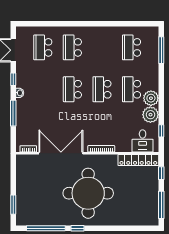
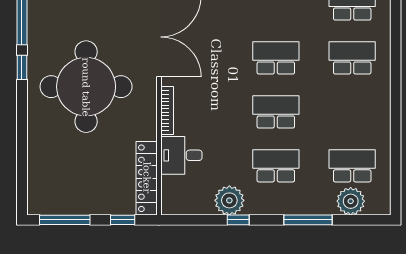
window: (161, 50) -> (308, 220), moved
plant: (151, 98) -> (351, 201), moved
window: (161, 131) -> (238, 220), moved
desk: (143, 141) -> (181, 155), moved

